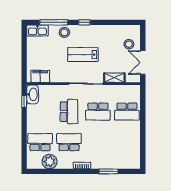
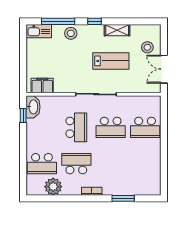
lab bench: (83, 55) -> (111, 61), moved, turned 180
shelving: (114, 78) -> (117, 30), moved
school desk: (40, 142) -> (42, 164), turned 180

